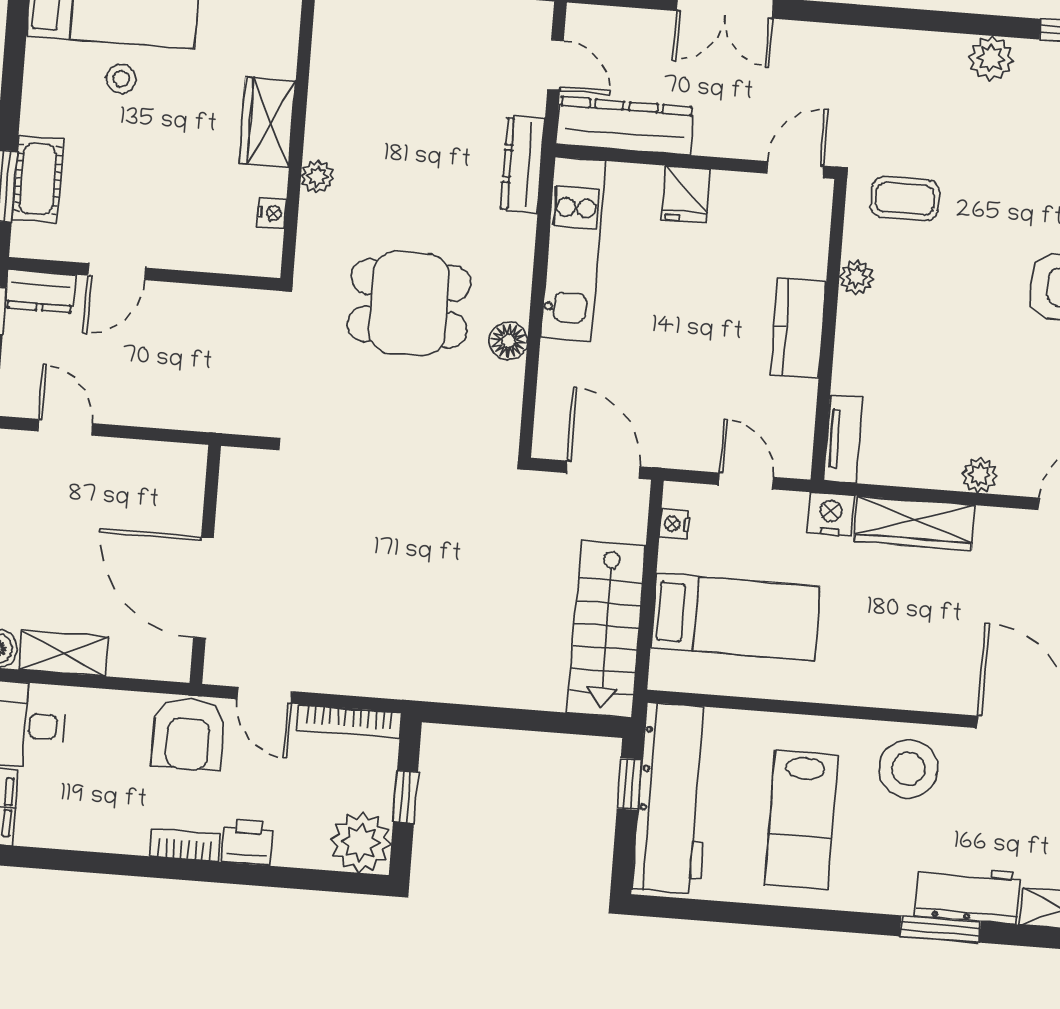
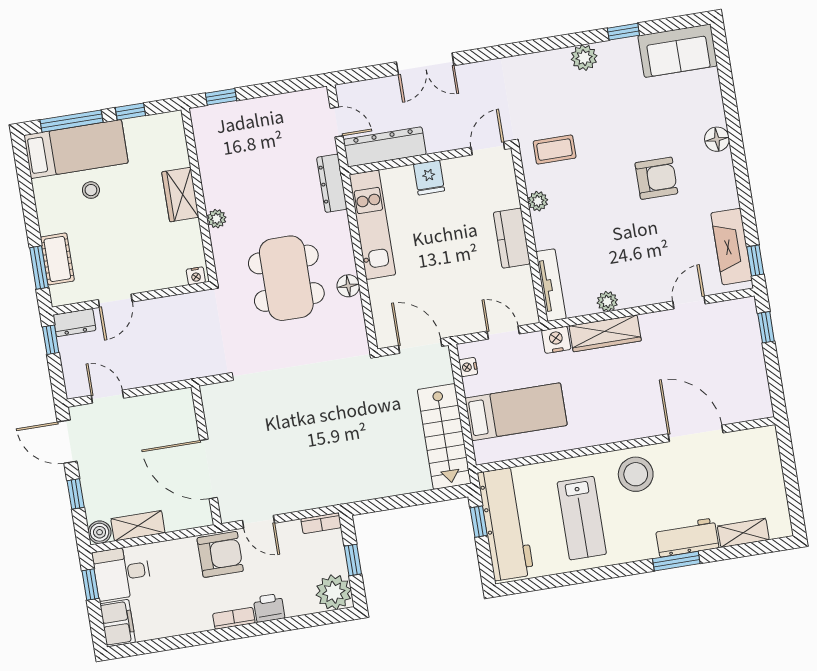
nightstand: (272, 213) -> (196, 276), moved, turned 90
dining table: (409, 303) -> (286, 278), width x1.38
tv unit: (843, 439) -> (551, 285), width x1.41
plant: (980, 475) -> (607, 301), moved
bookcase: (349, 721) -> (321, 523), width x0.64
armchair: (188, 734) -> (220, 554), turned -90

